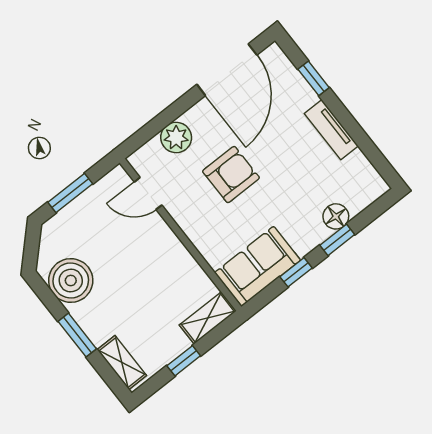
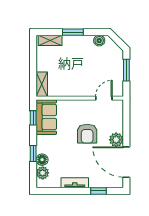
plant: (176, 138) -> (116, 140), moved
plant: (358, 198) -> (43, 173), added
window: (296, 272) -> (33, 118), moved
boiler: (71, 280) -> (99, 41), width x0.54, depth x0.54
window: (184, 361) -> (33, 63), removed

